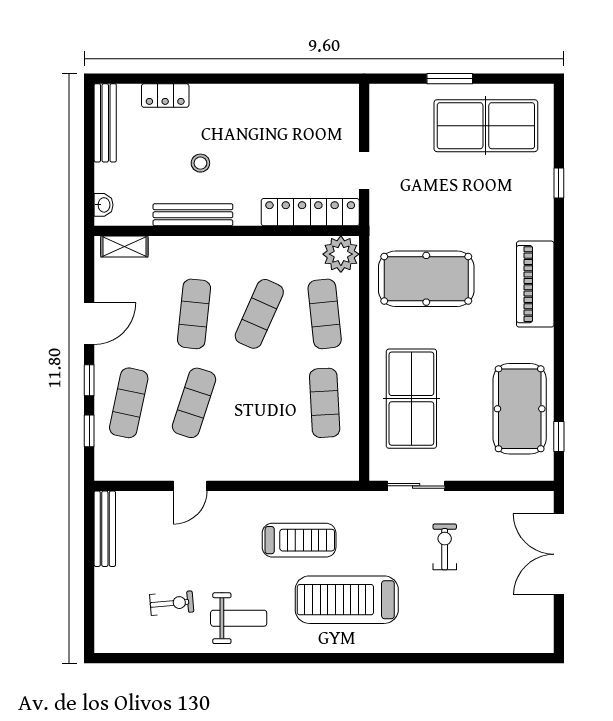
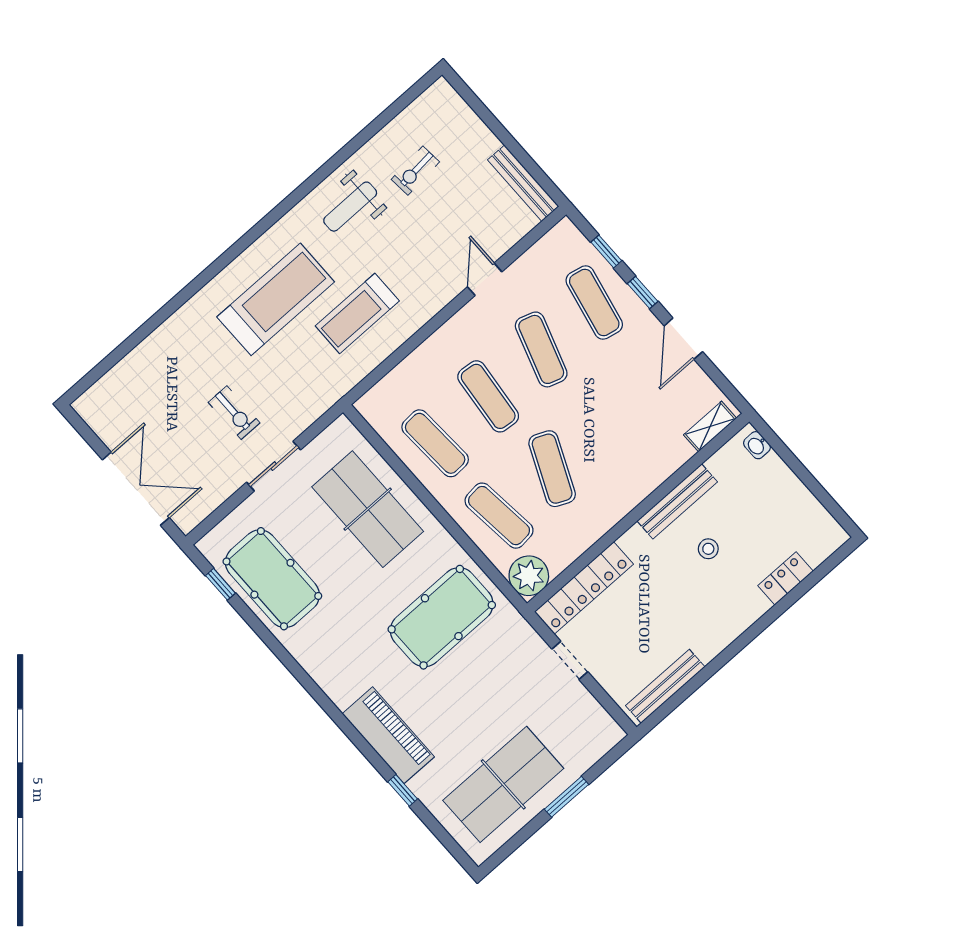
bench: (105, 123) -> (665, 686), moved, turned 90
piano: (535, 284) -> (388, 735), moved
exercise mat: (194, 314) -> (488, 396), moved
sliding door: (416, 486) -> (274, 466), moved

